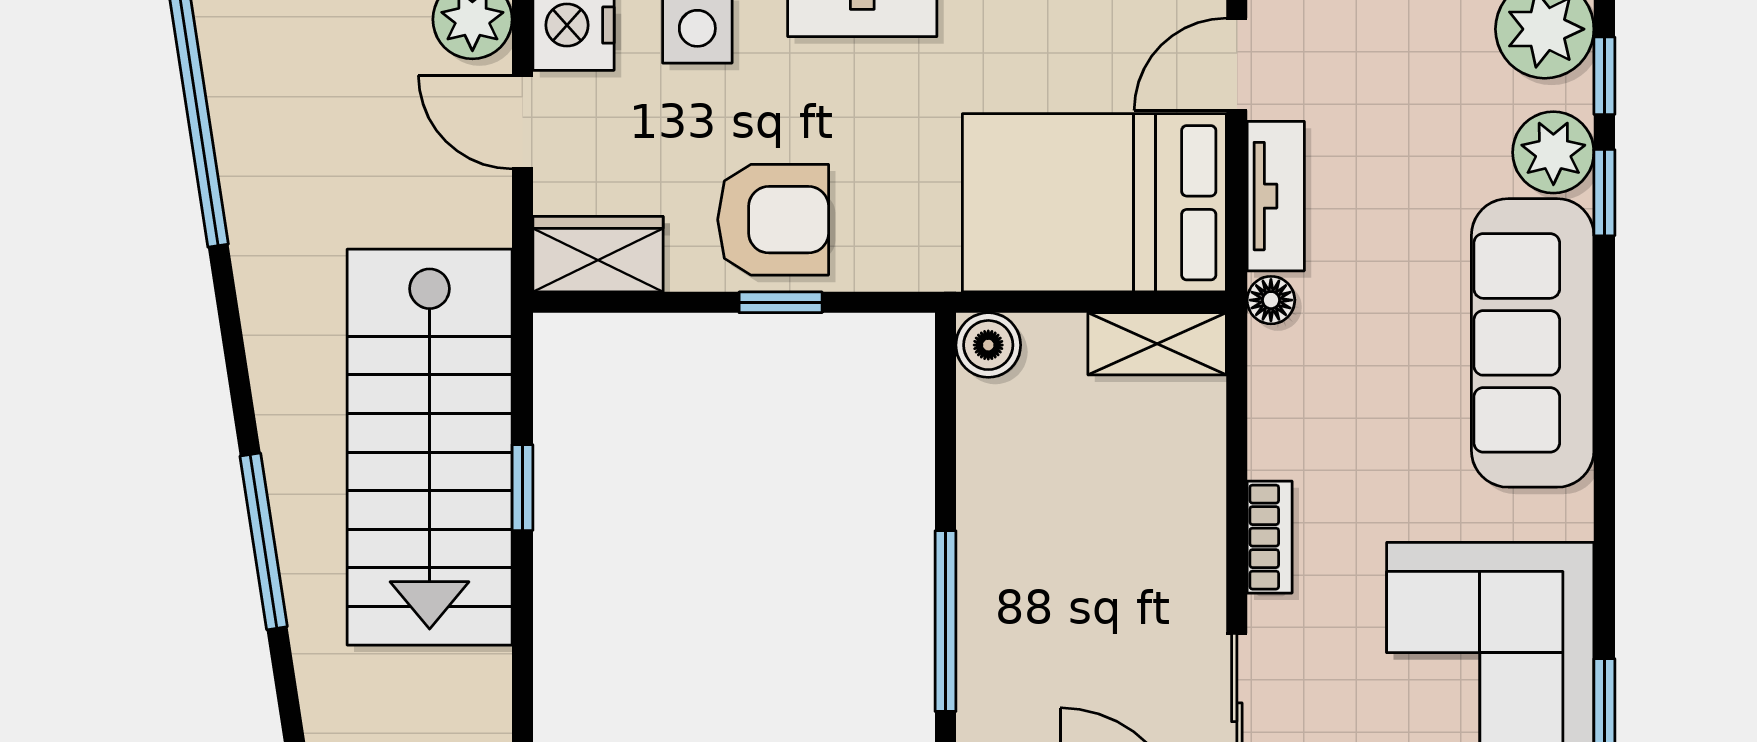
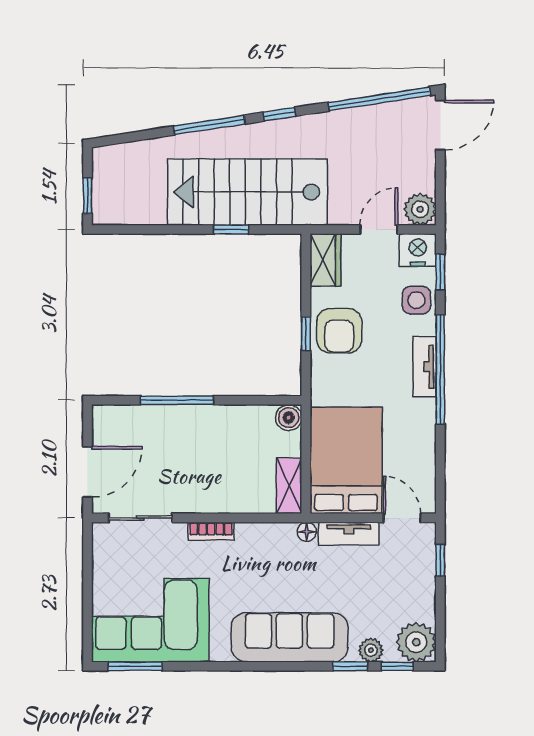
plant: (1553, 152) -> (371, 650), width x0.73, depth x0.73
window: (237, 368) -> (279, 114), added

